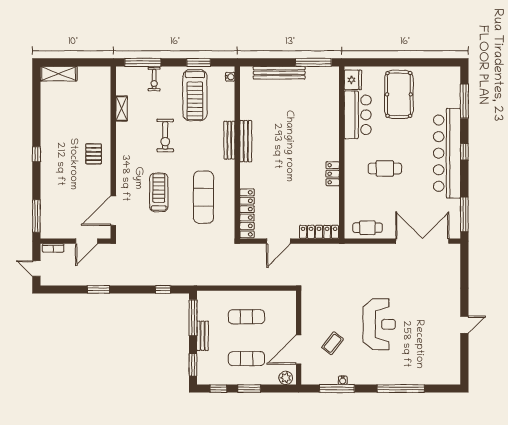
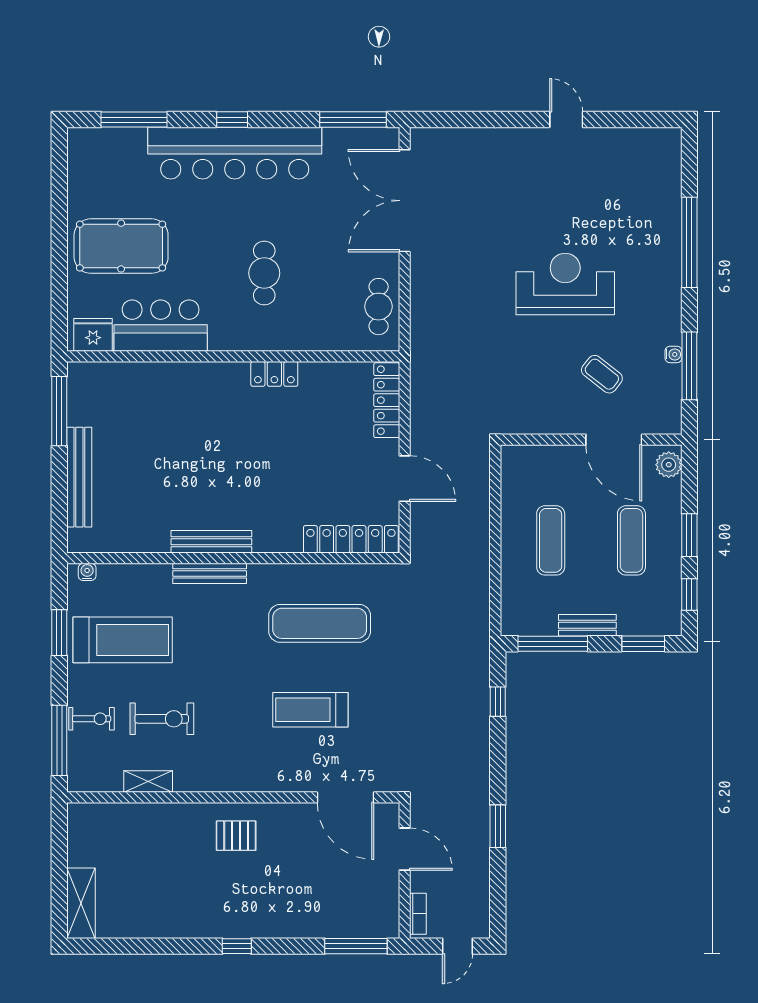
exercise bike: (165, 135) -> (162, 719), moved

